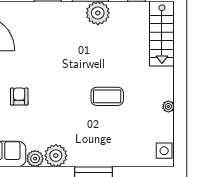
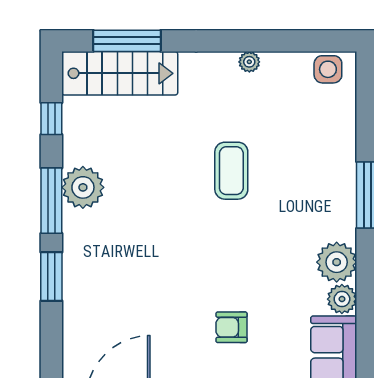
window: (180, 38) -> (127, 41), added

